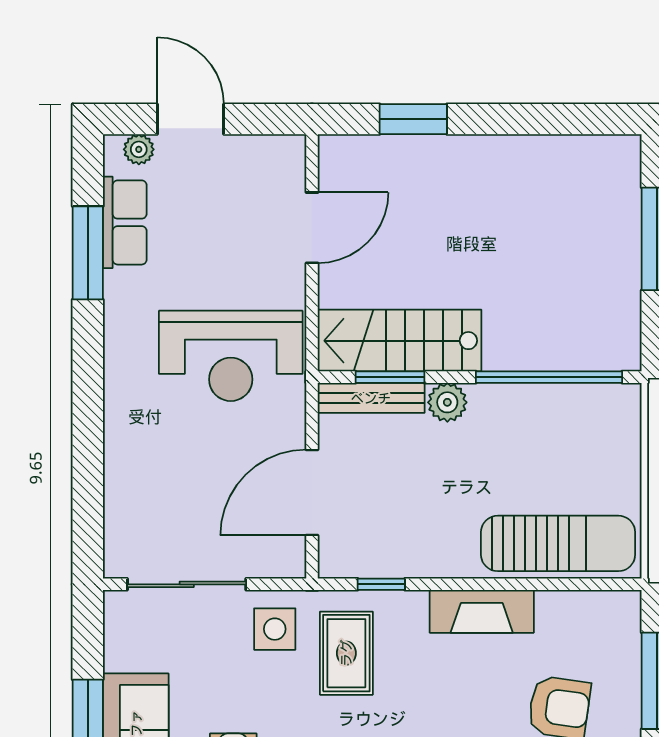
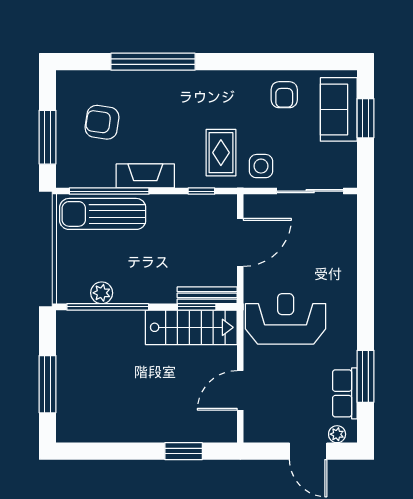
plant: (447, 402) -> (102, 293), moved
window: (546, 584) -> (109, 191), added

